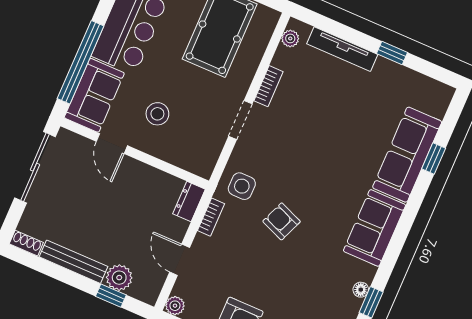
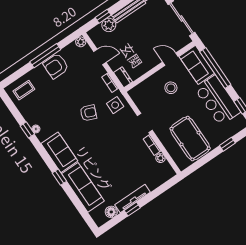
plant: (290, 38) -> (160, 158), moved
tv unit: (342, 49) -> (133, 199), moved
floor lamp: (418, 84) -> (111, 212), added
window: (434, 159) -> (59, 177), moved

